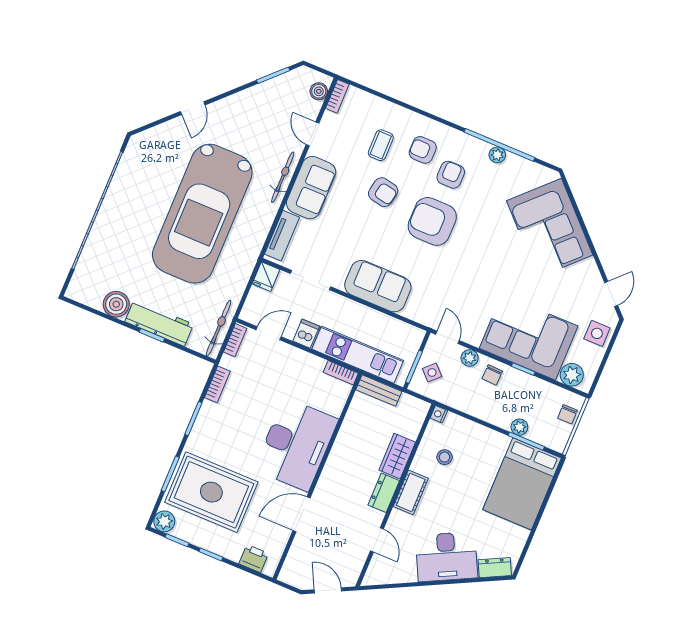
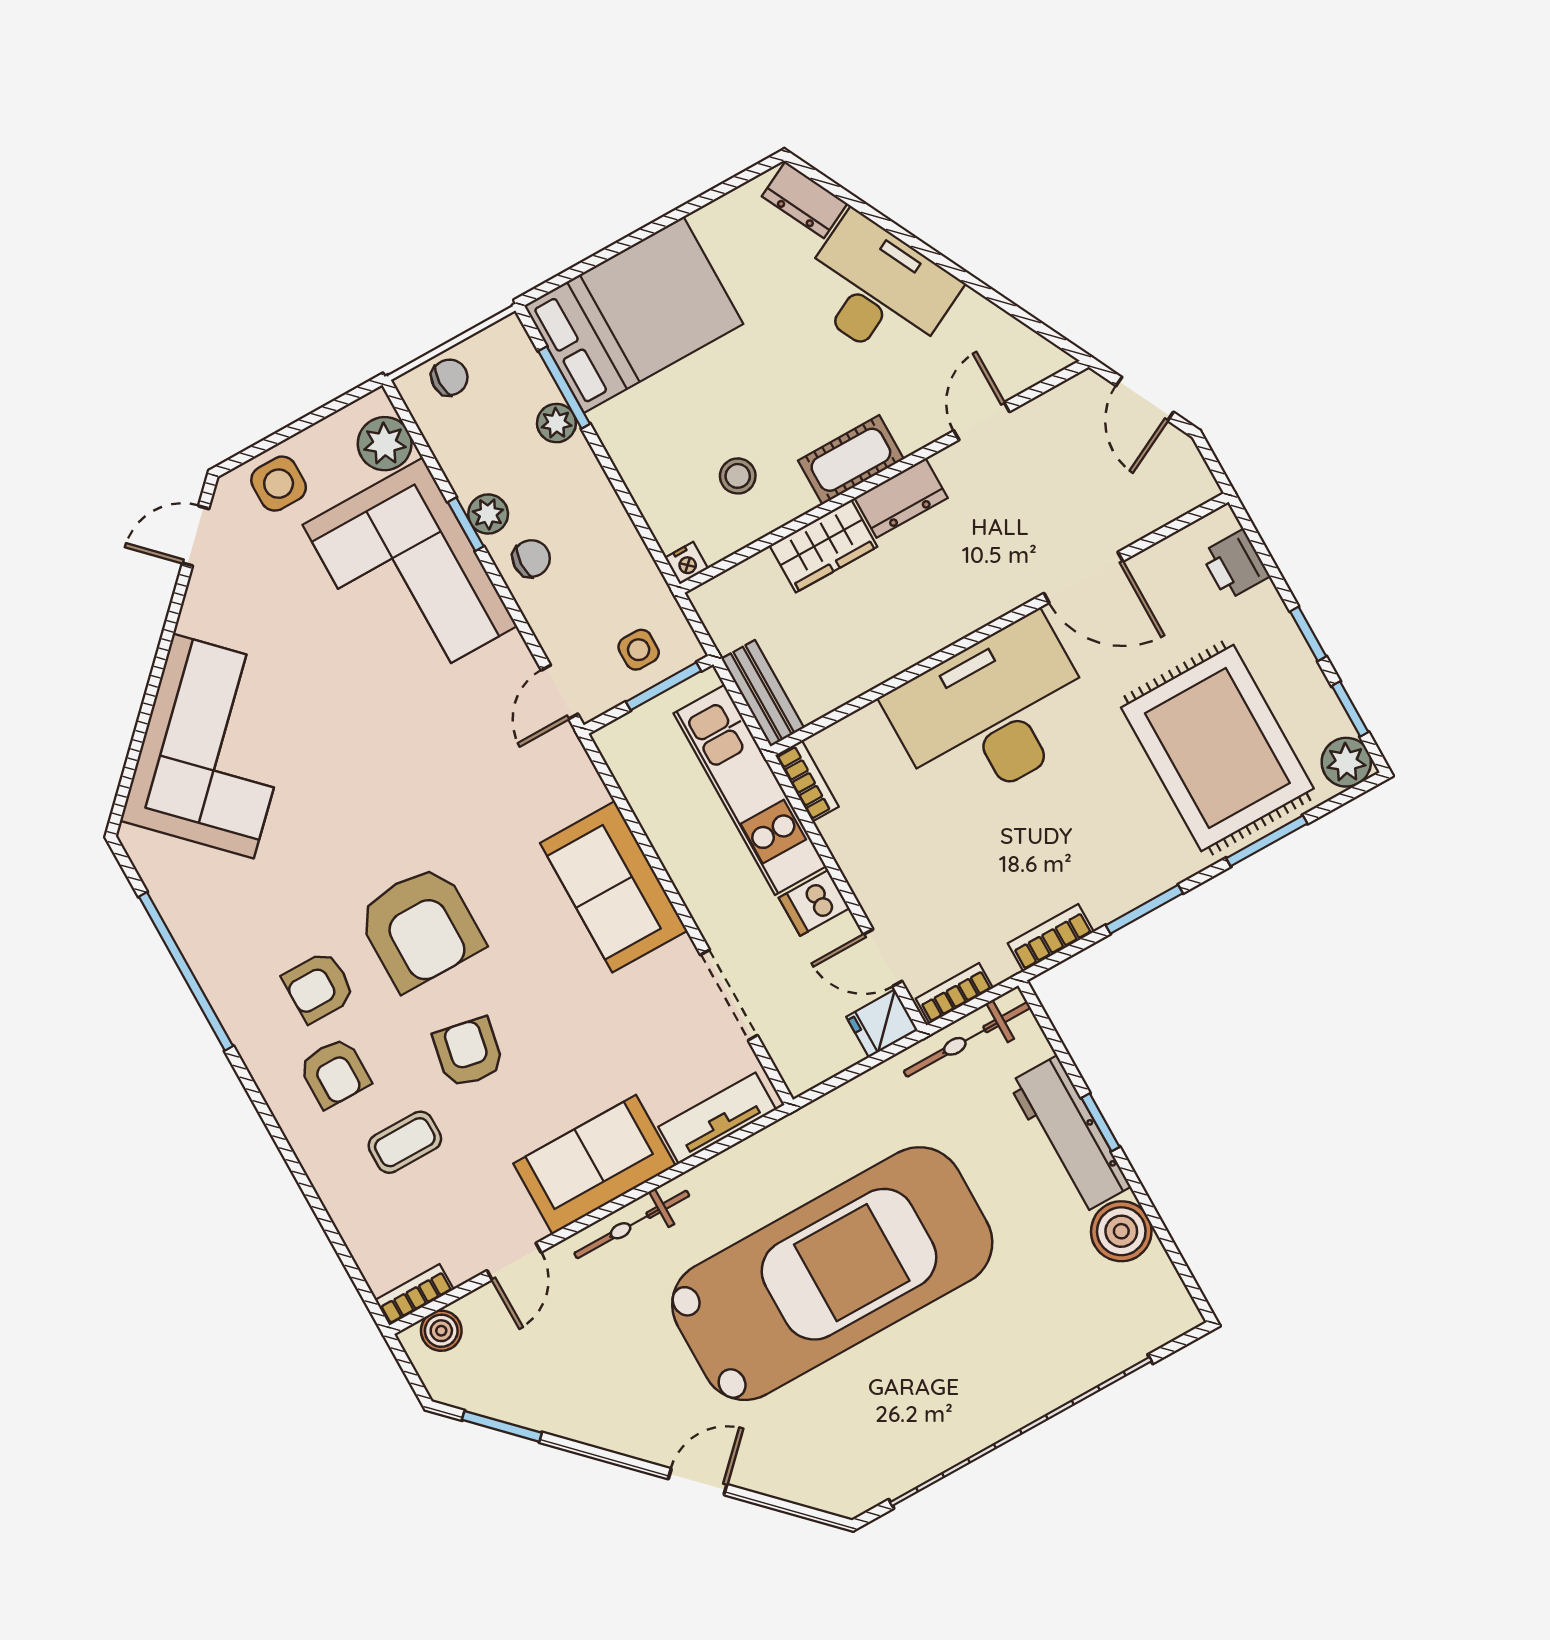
plant: (497, 155) -> (204, 956), removed
fridge: (266, 277) -> (882, 1023), moved, turned 180
plant: (470, 358) -> (488, 514), moved
side table: (432, 373) -> (639, 650), turned 45

